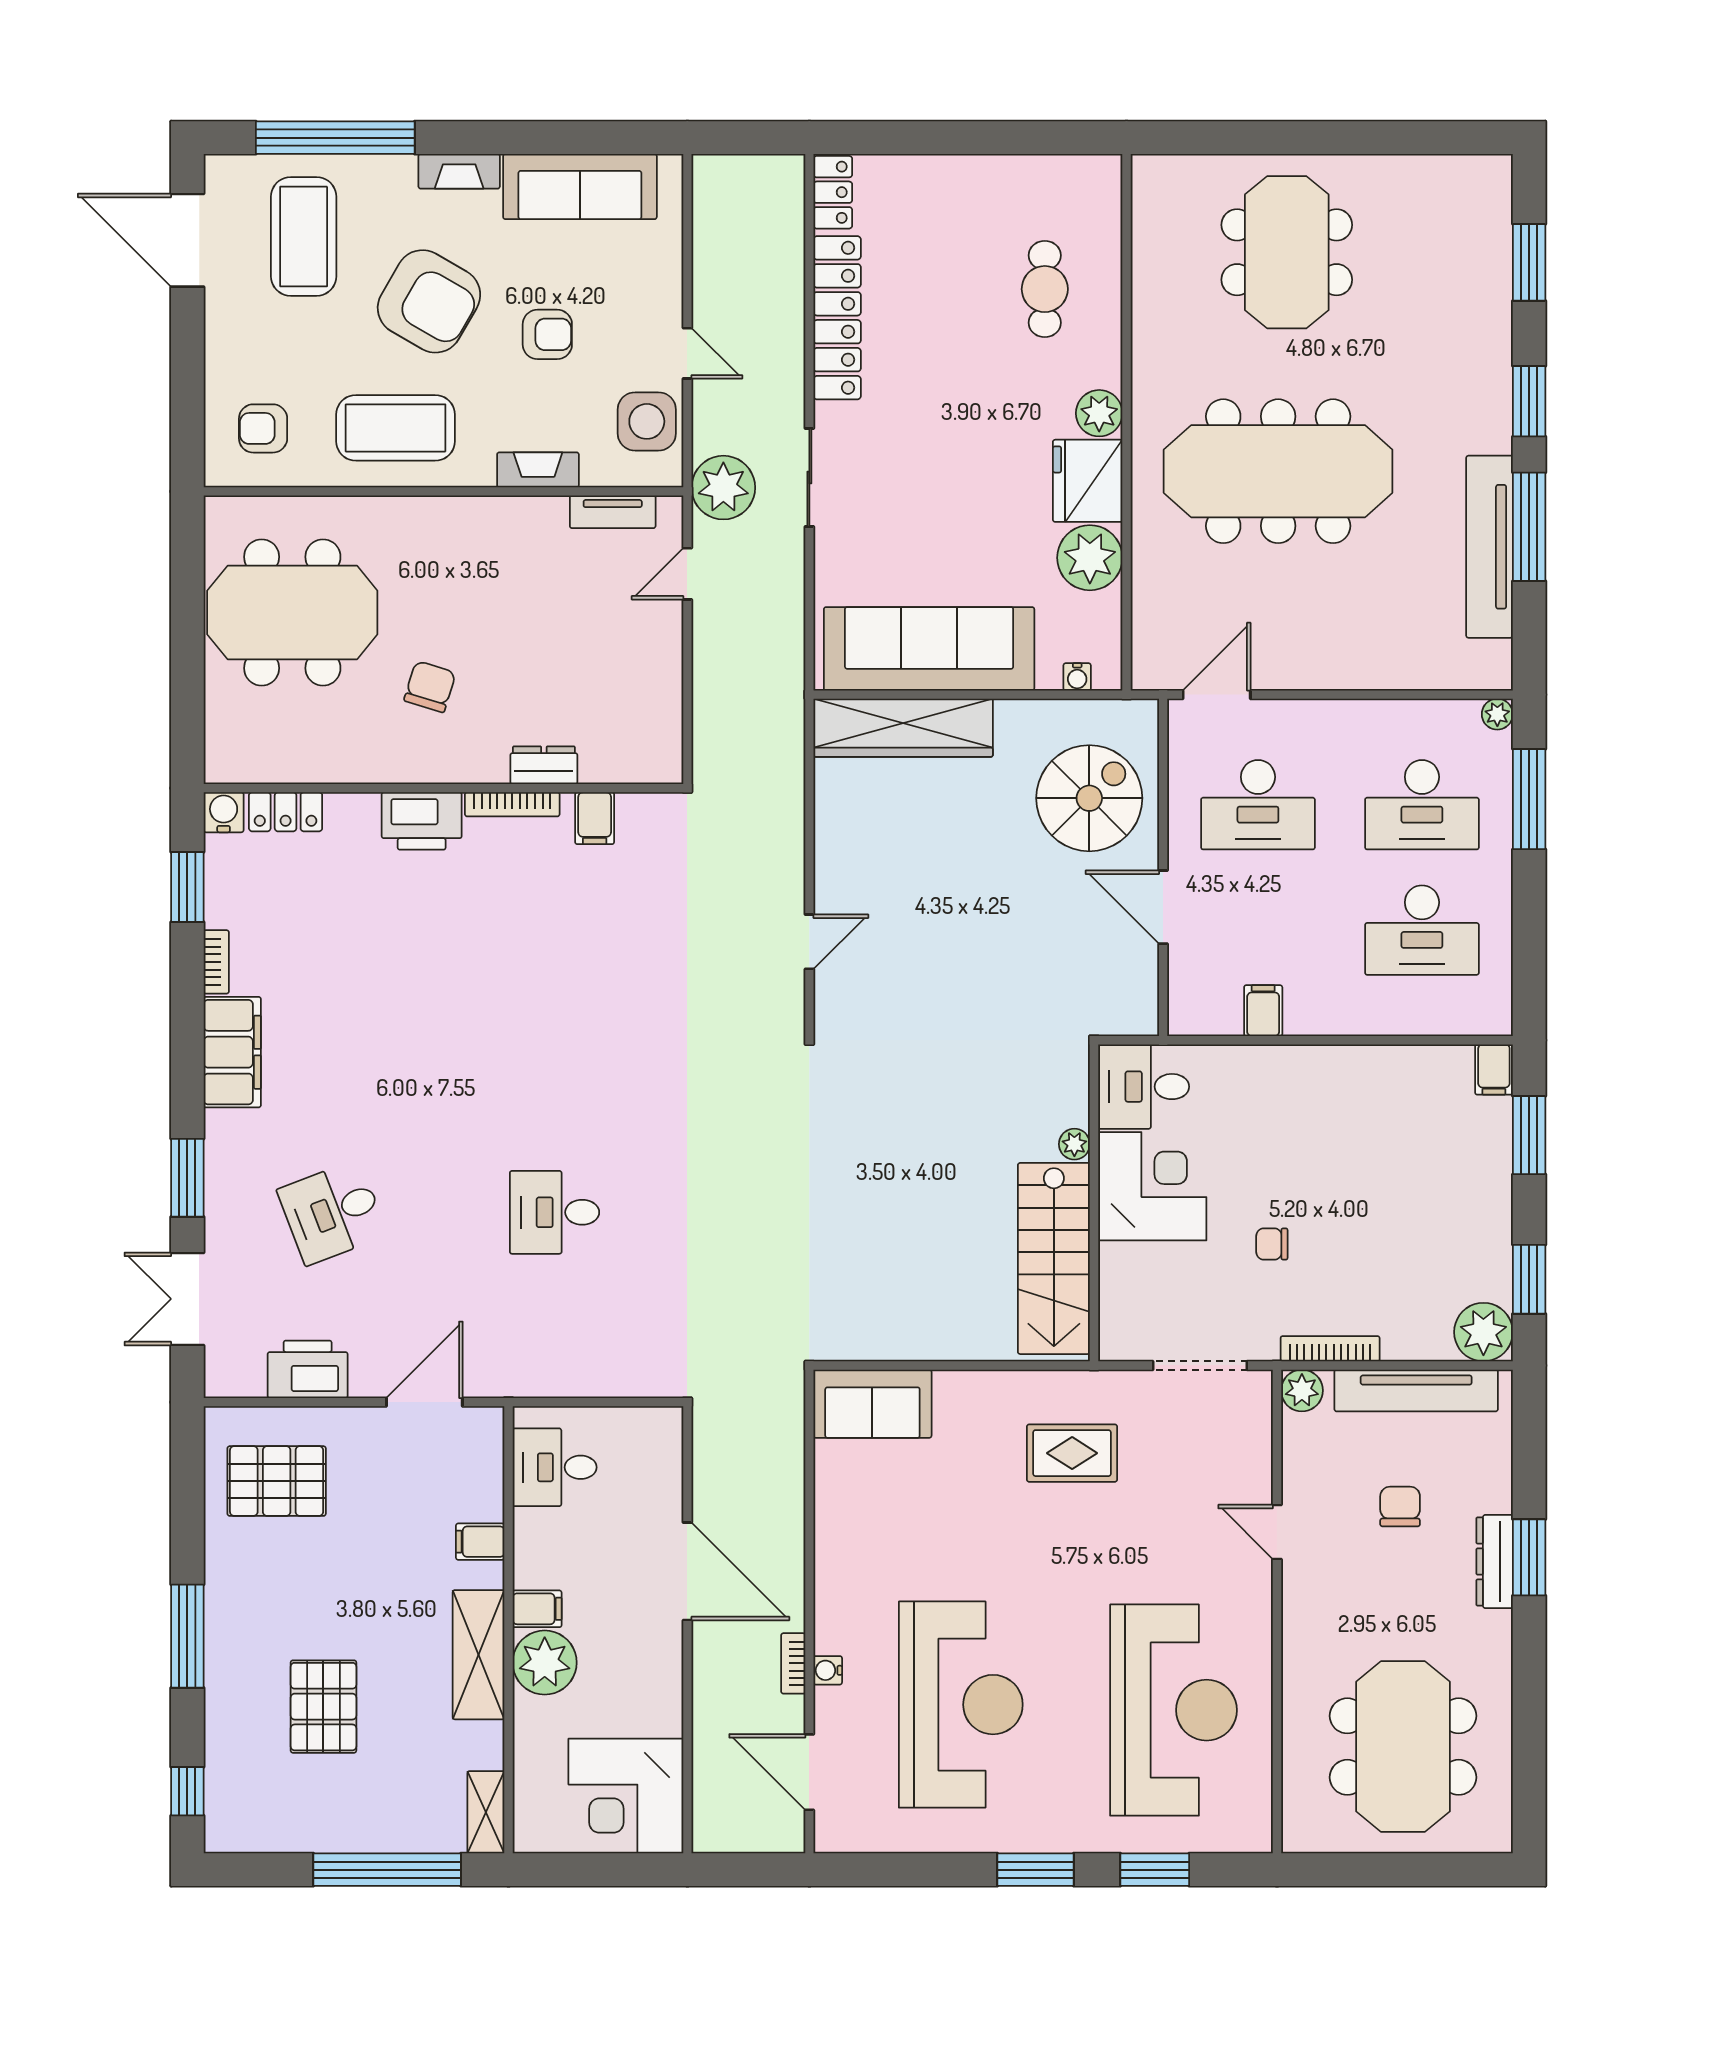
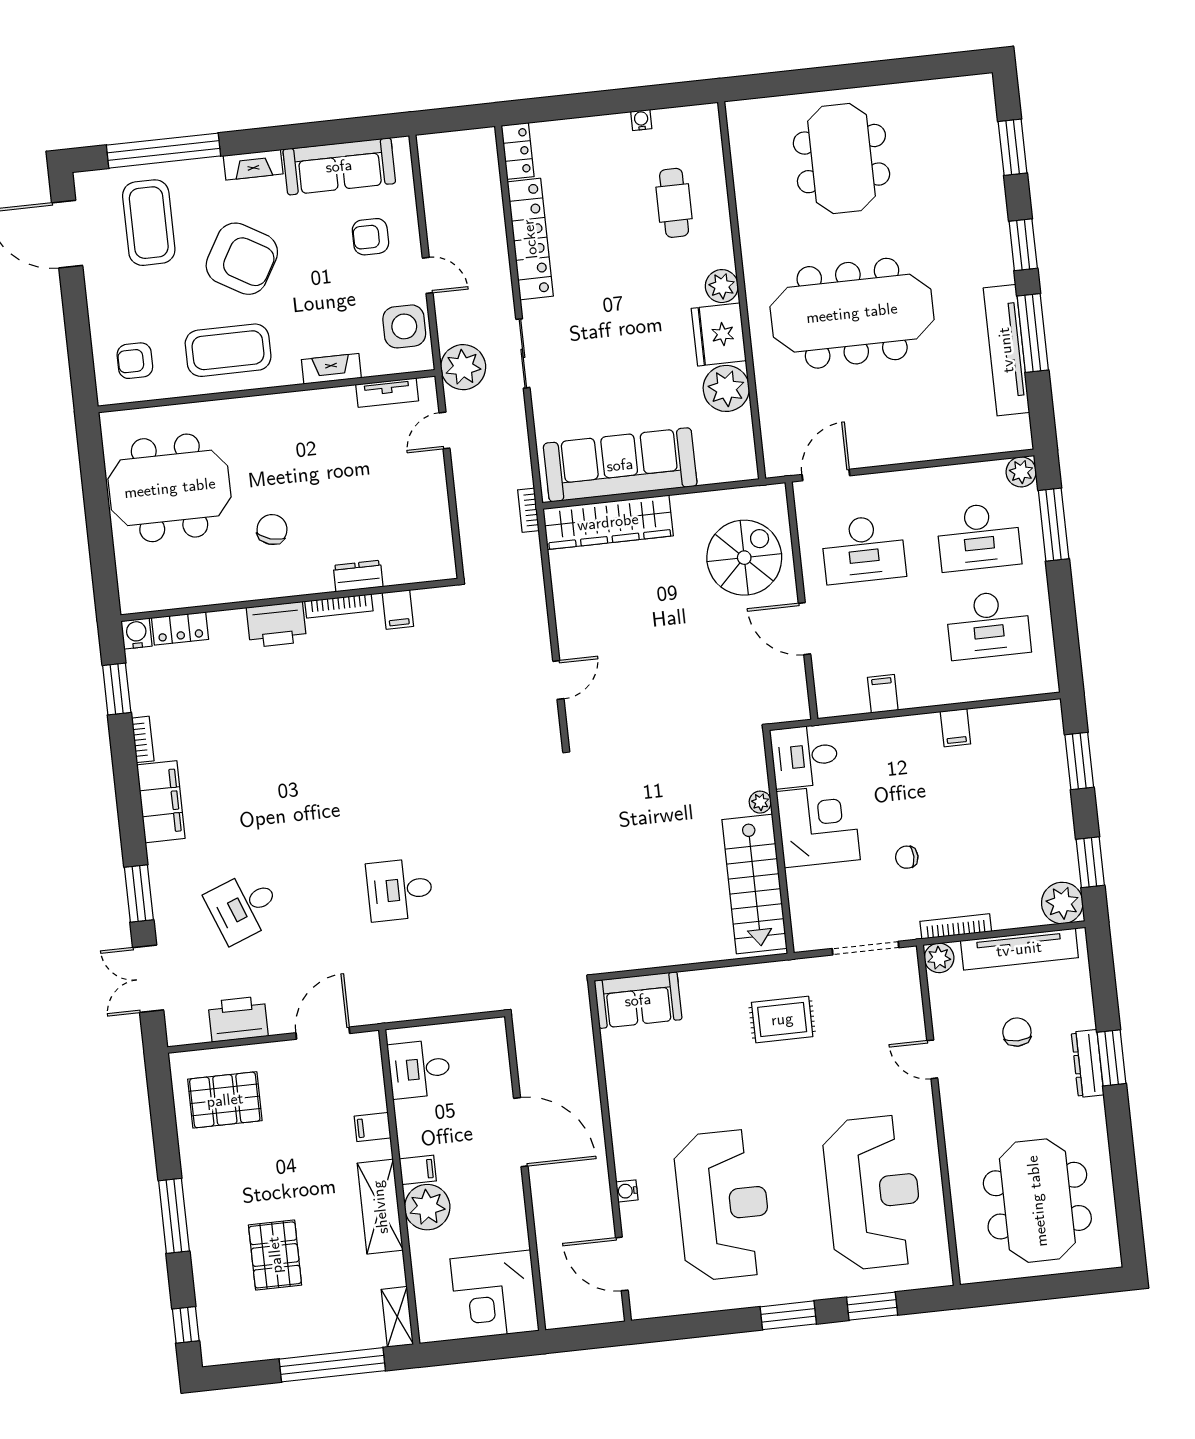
armchair: (547, 334) -> (370, 237), moved, turned 180
water cooler: (1077, 677) -> (641, 120), moved, turned 180
plant: (1497, 714) -> (1021, 472), width x1.38, depth x1.38
filing cabinet: (1494, 1069) -> (955, 728), moved
bookcase: (793, 1663) -> (528, 510), moved

